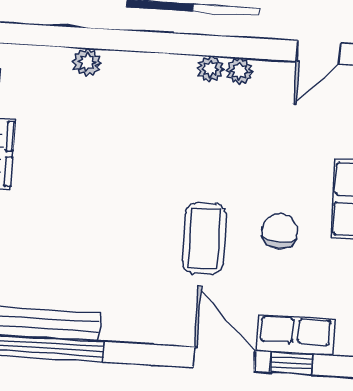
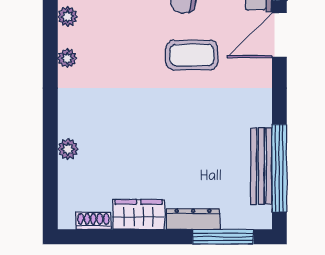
plant: (240, 71) -> (68, 17), moved

